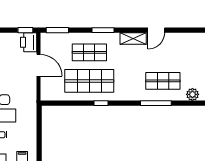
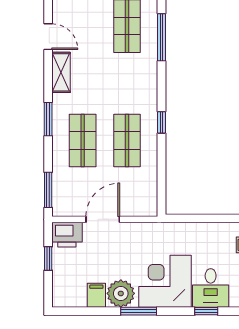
window: (25, 30) -> (48, 258), moved
shop shelf: (89, 81) -> (127, 140), width x0.70, depth x0.74

